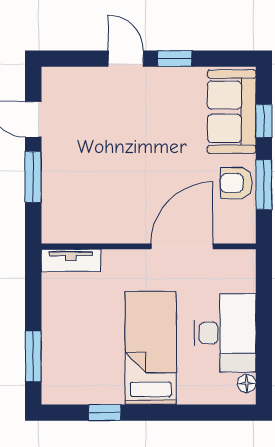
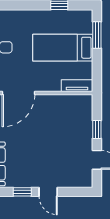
window: (33, 177) -> (97, 130), width x0.67
bed: (151, 348) -> (63, 48), moved, turned 90

